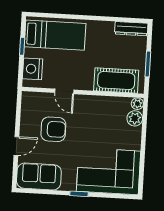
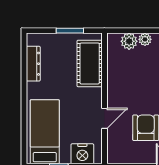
dresser: (131, 29) -> (33, 64), moved
plant: (137, 104) -> (145, 39), moved

